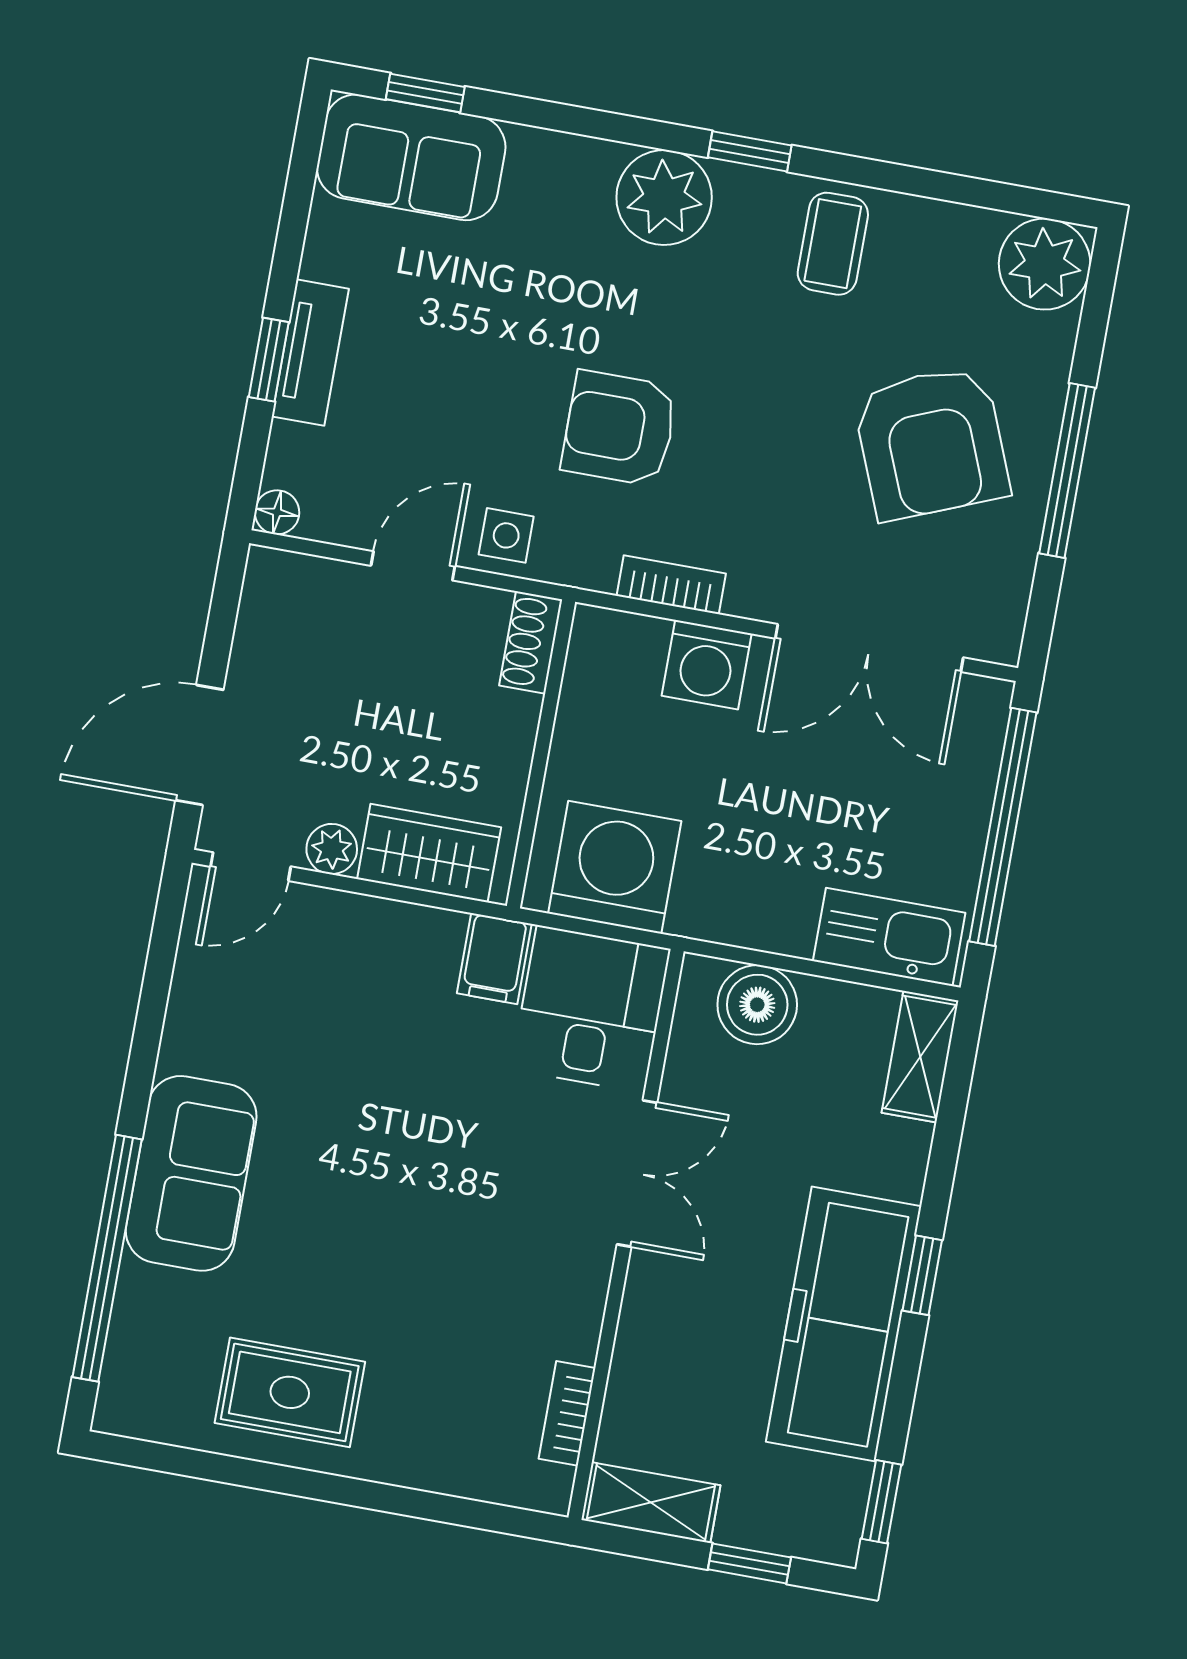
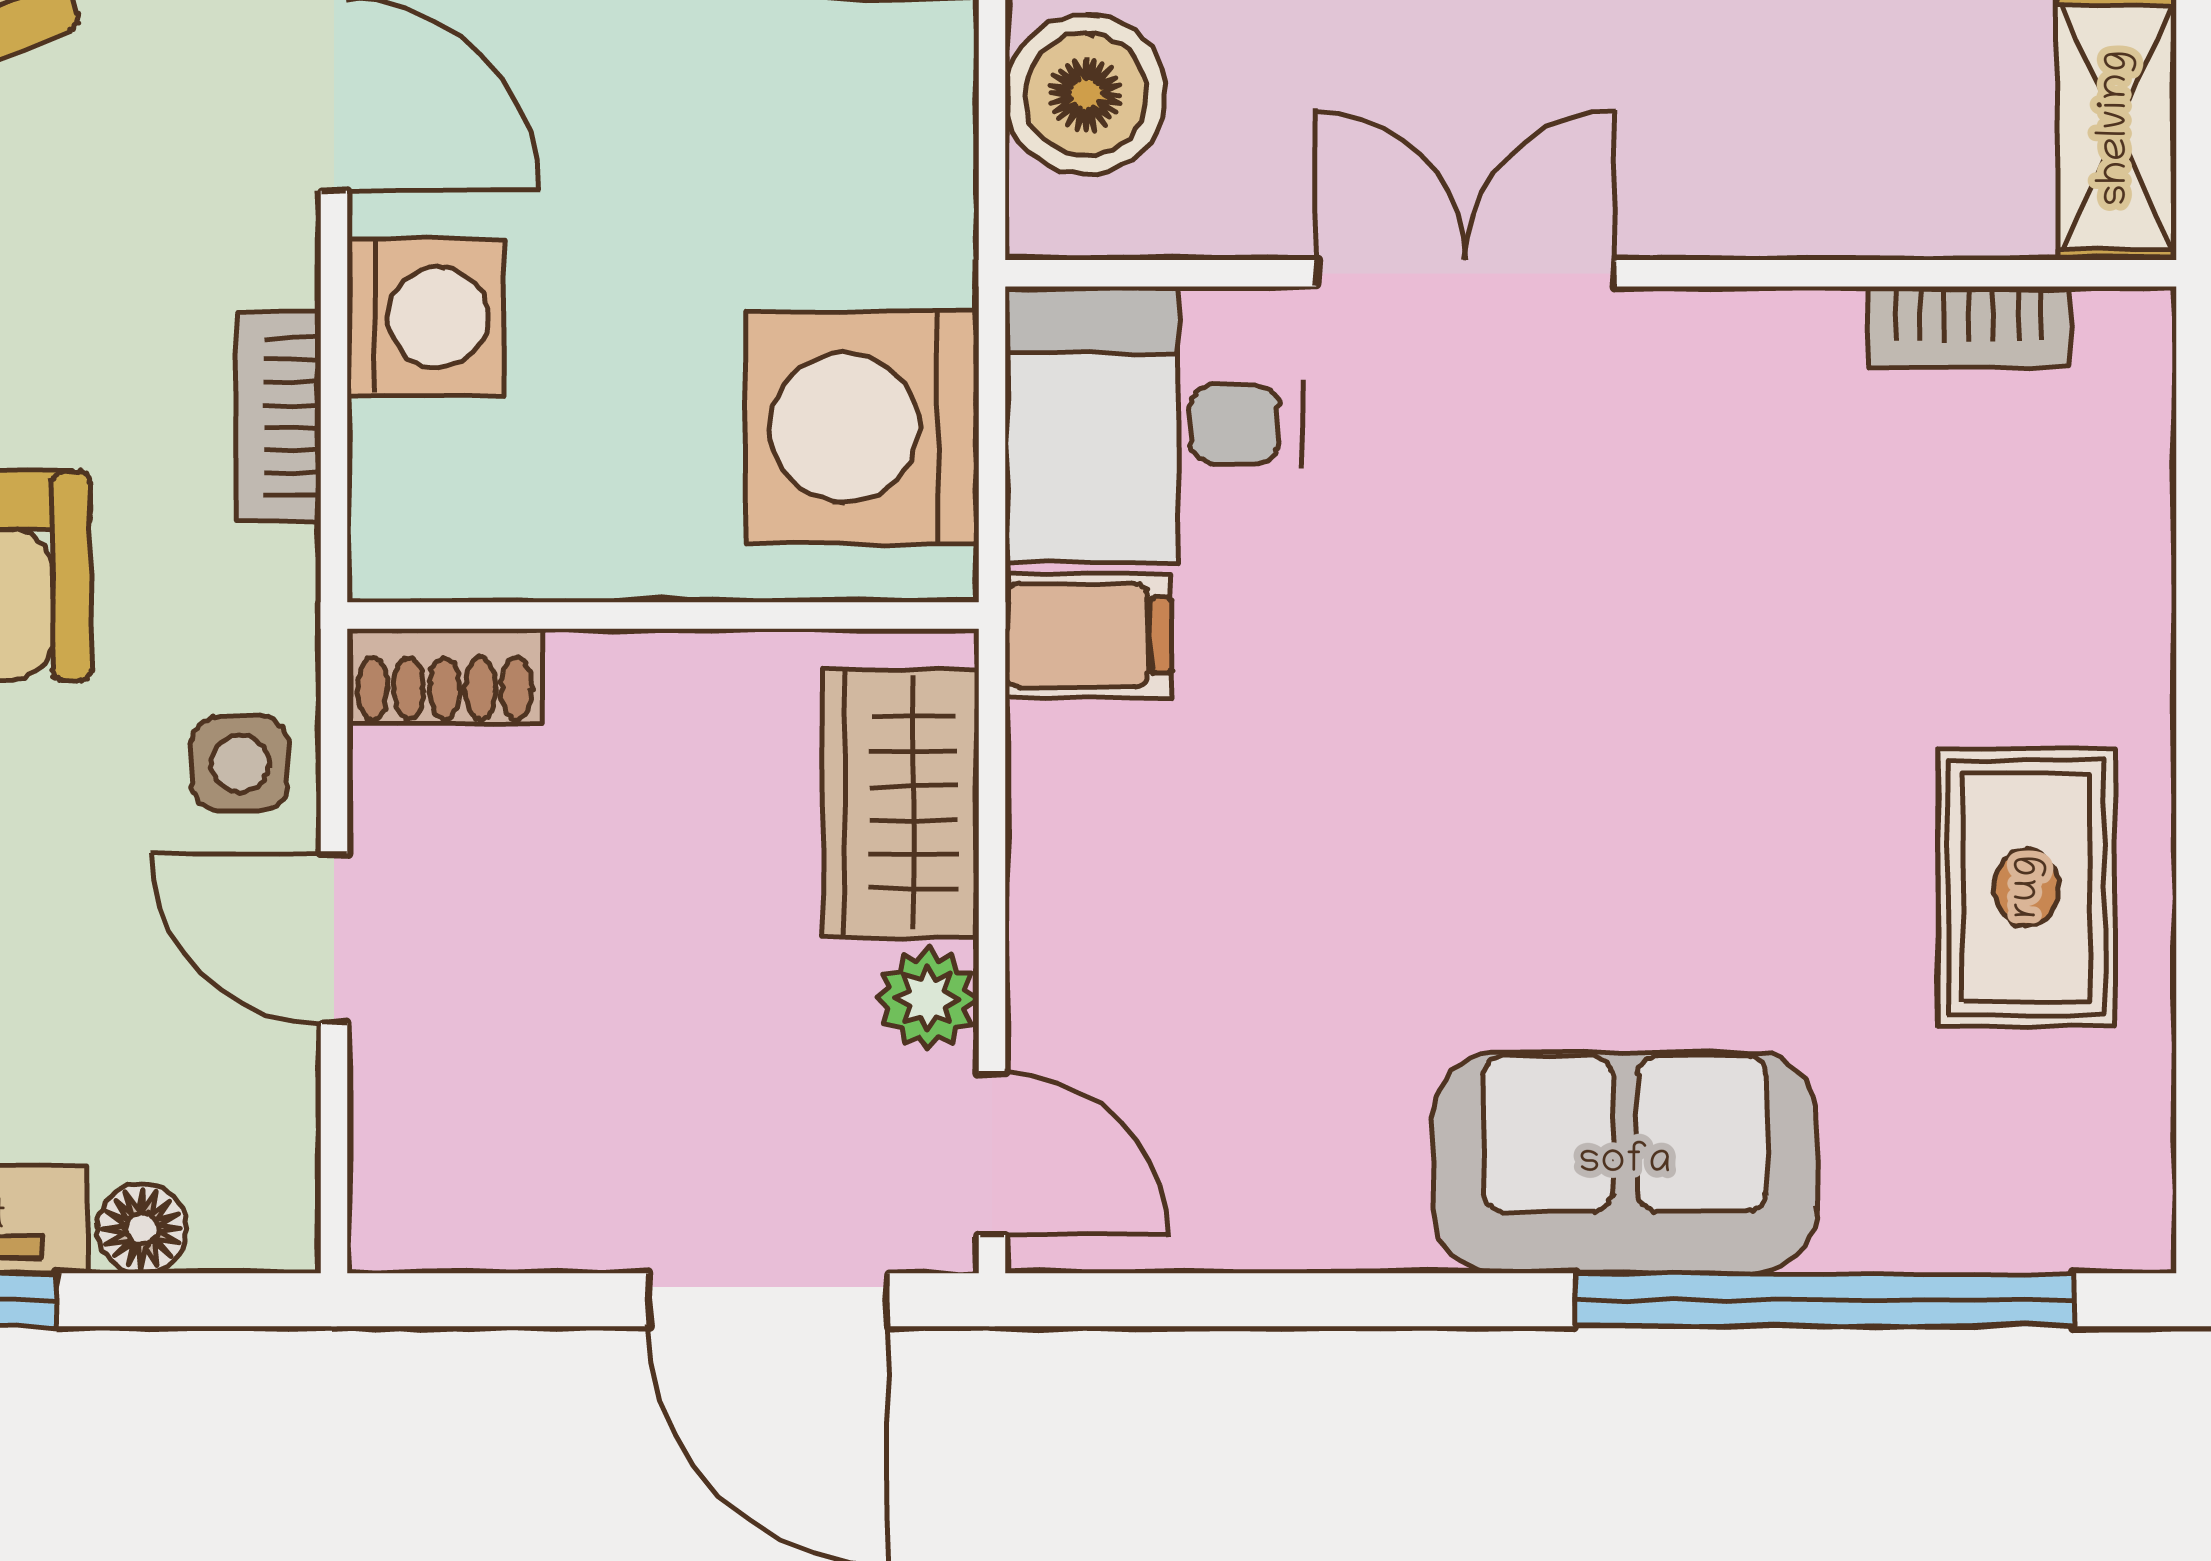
floor lamp: (277, 512) -> (142, 1229), moved

